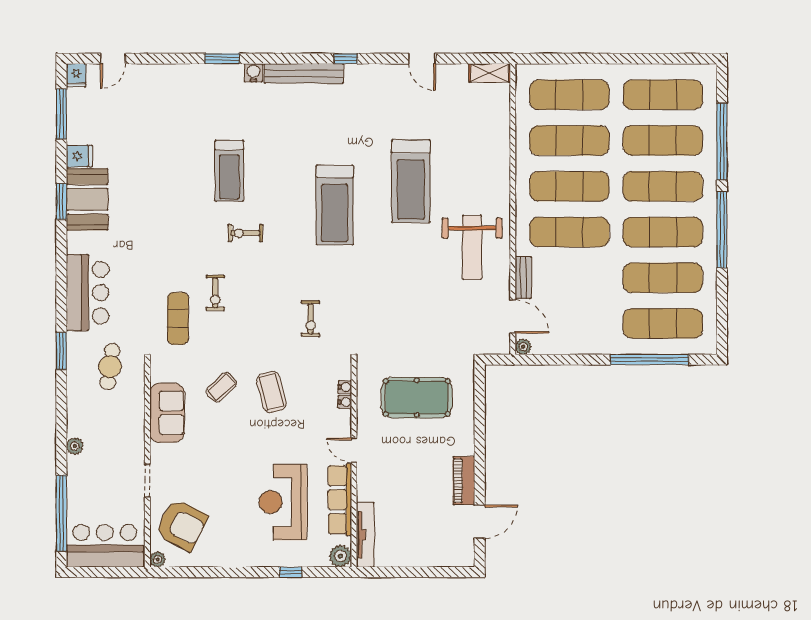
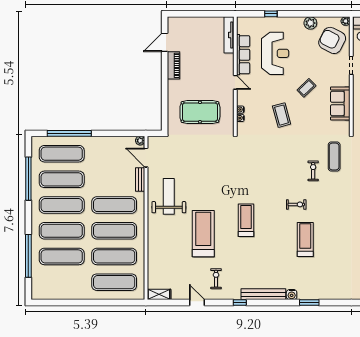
exercise mat: (663, 95) -> (62, 282), removed
treadmill: (335, 205) -> (246, 220), width x0.73, depth x0.73
window: (722, 229) -> (28, 179), moved
exercise bike: (310, 319) -> (216, 279), moved
coffee table: (221, 387) -> (306, 88), moved
plant: (340, 556) -> (310, 23), moved

